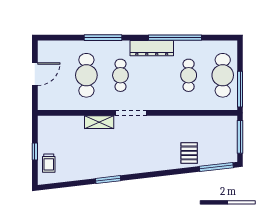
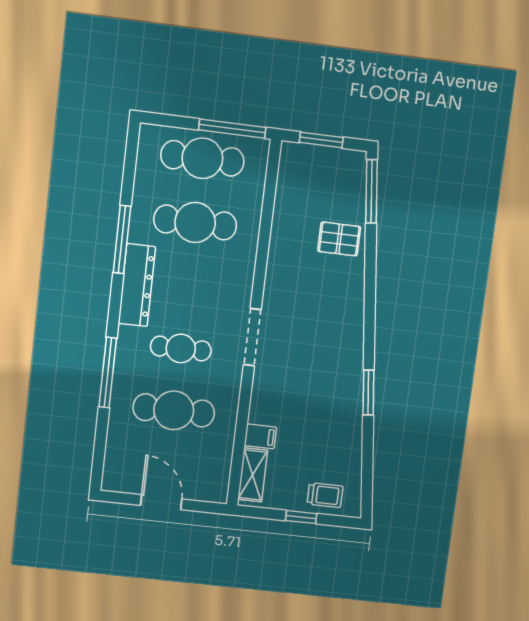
window: (175, 38) -> (122, 240), width x0.68
cafe table: (189, 75) -> (195, 222), width x1.37, depth x1.35
shelving: (99, 122) -> (253, 475), moved
filing cabinet: (77, 124) -> (260, 436), added
window: (240, 137) -> (321, 140), width x0.69

